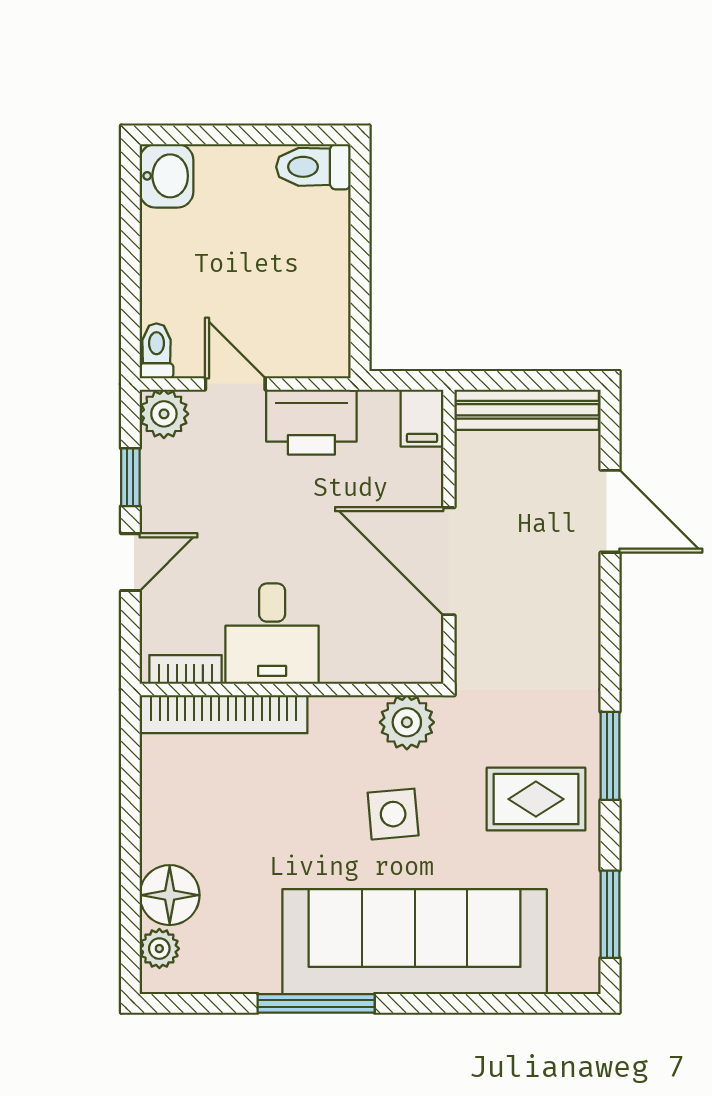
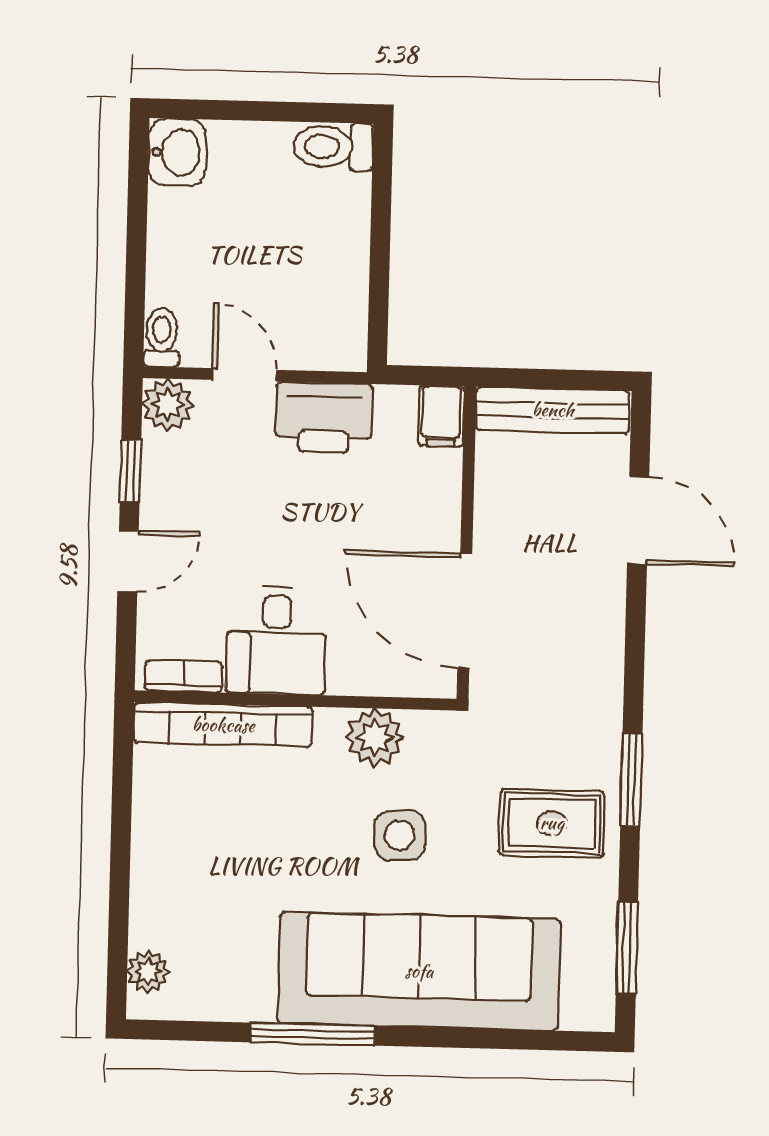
door: (449, 561) -> (465, 611), moved
plant: (407, 722) -> (375, 737), moved
floor lamp: (170, 895) -> (160, 915), removed

